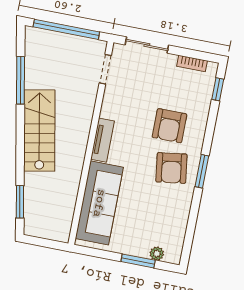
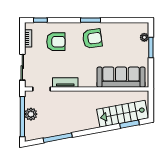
plant: (68, 44) -> (31, 114), added
armchair: (170, 126) -> (56, 42), moved
stairs: (39, 131) -> (123, 114), moved
tv unit: (103, 140) -> (65, 82), moved

